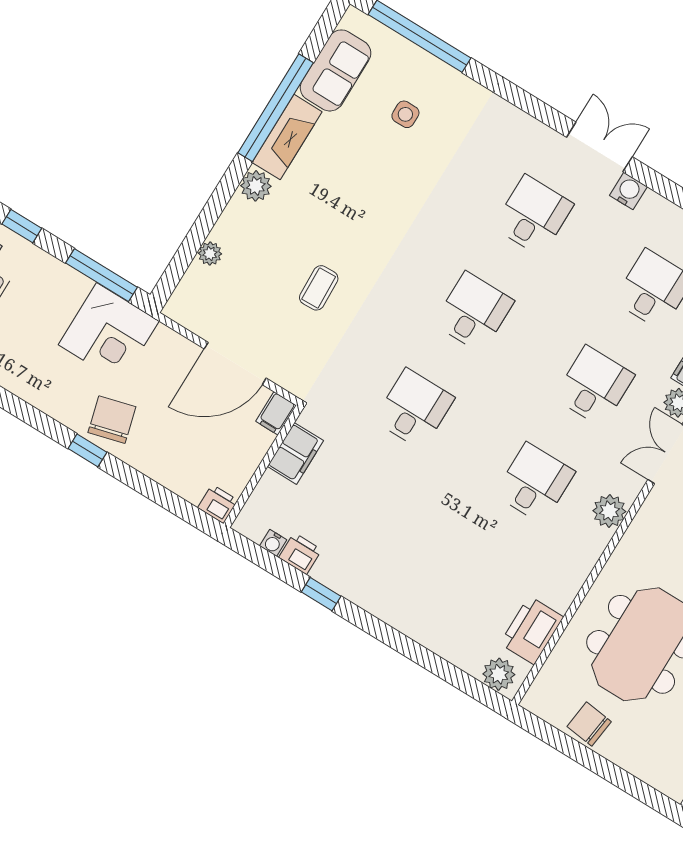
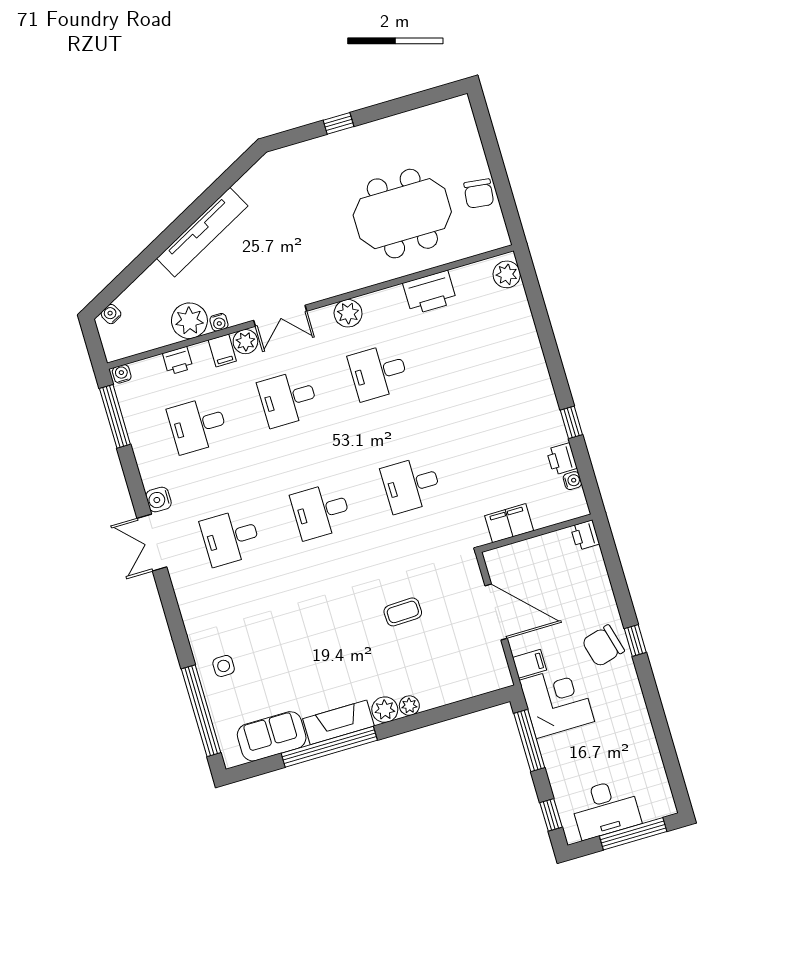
side table: (405, 114) -> (224, 666), moved
plant: (210, 254) -> (409, 706), moved
filing cabinet: (276, 413) -> (529, 664), moved
printer: (532, 630) -> (430, 293), moved

